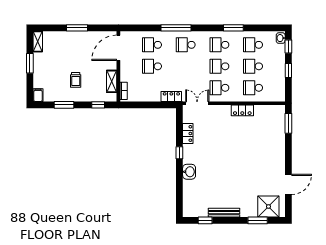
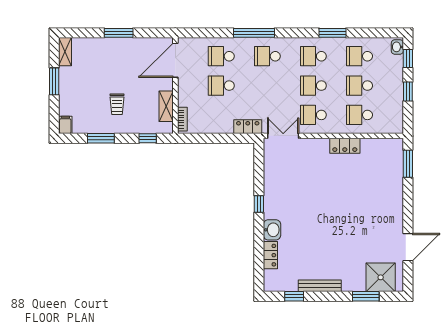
locker: (188, 133) -> (270, 255), moved

